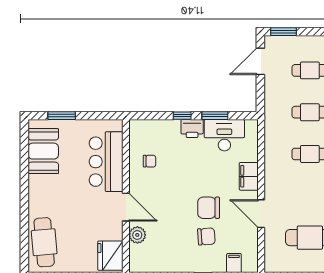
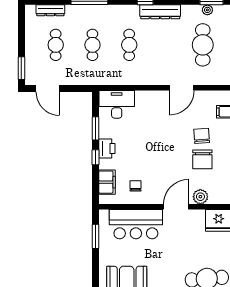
window: (62, 116) -> (96, 236), moved
desk: (224, 135) -> (117, 104), moved, turned 90
filing cabinet: (249, 176) -> (107, 182), moved, turned -90
chair: (209, 208) -> (202, 159), moved

